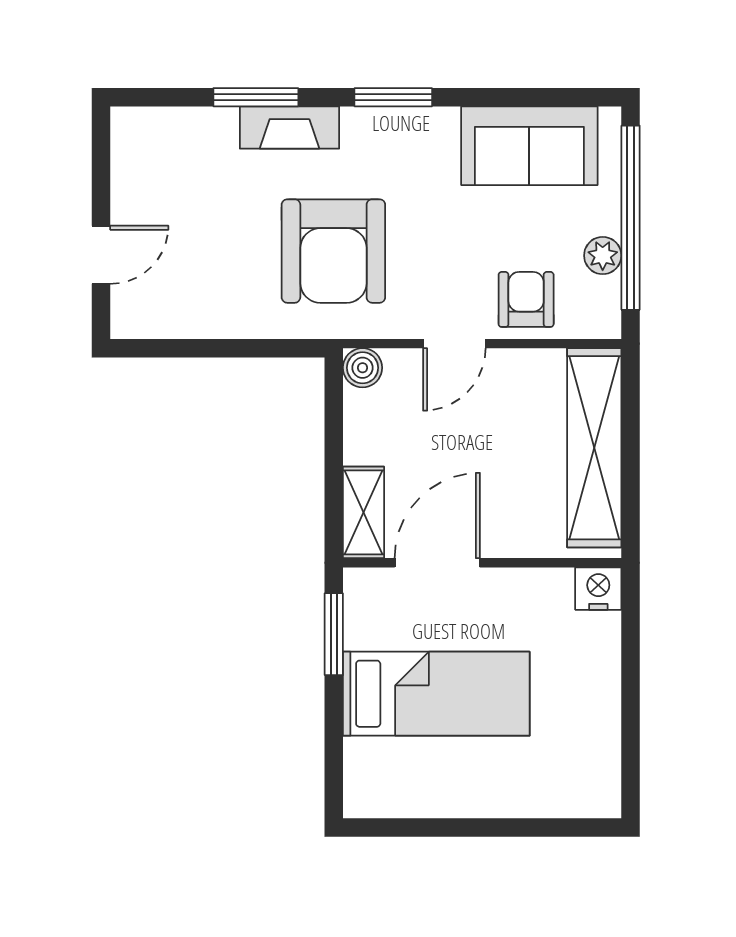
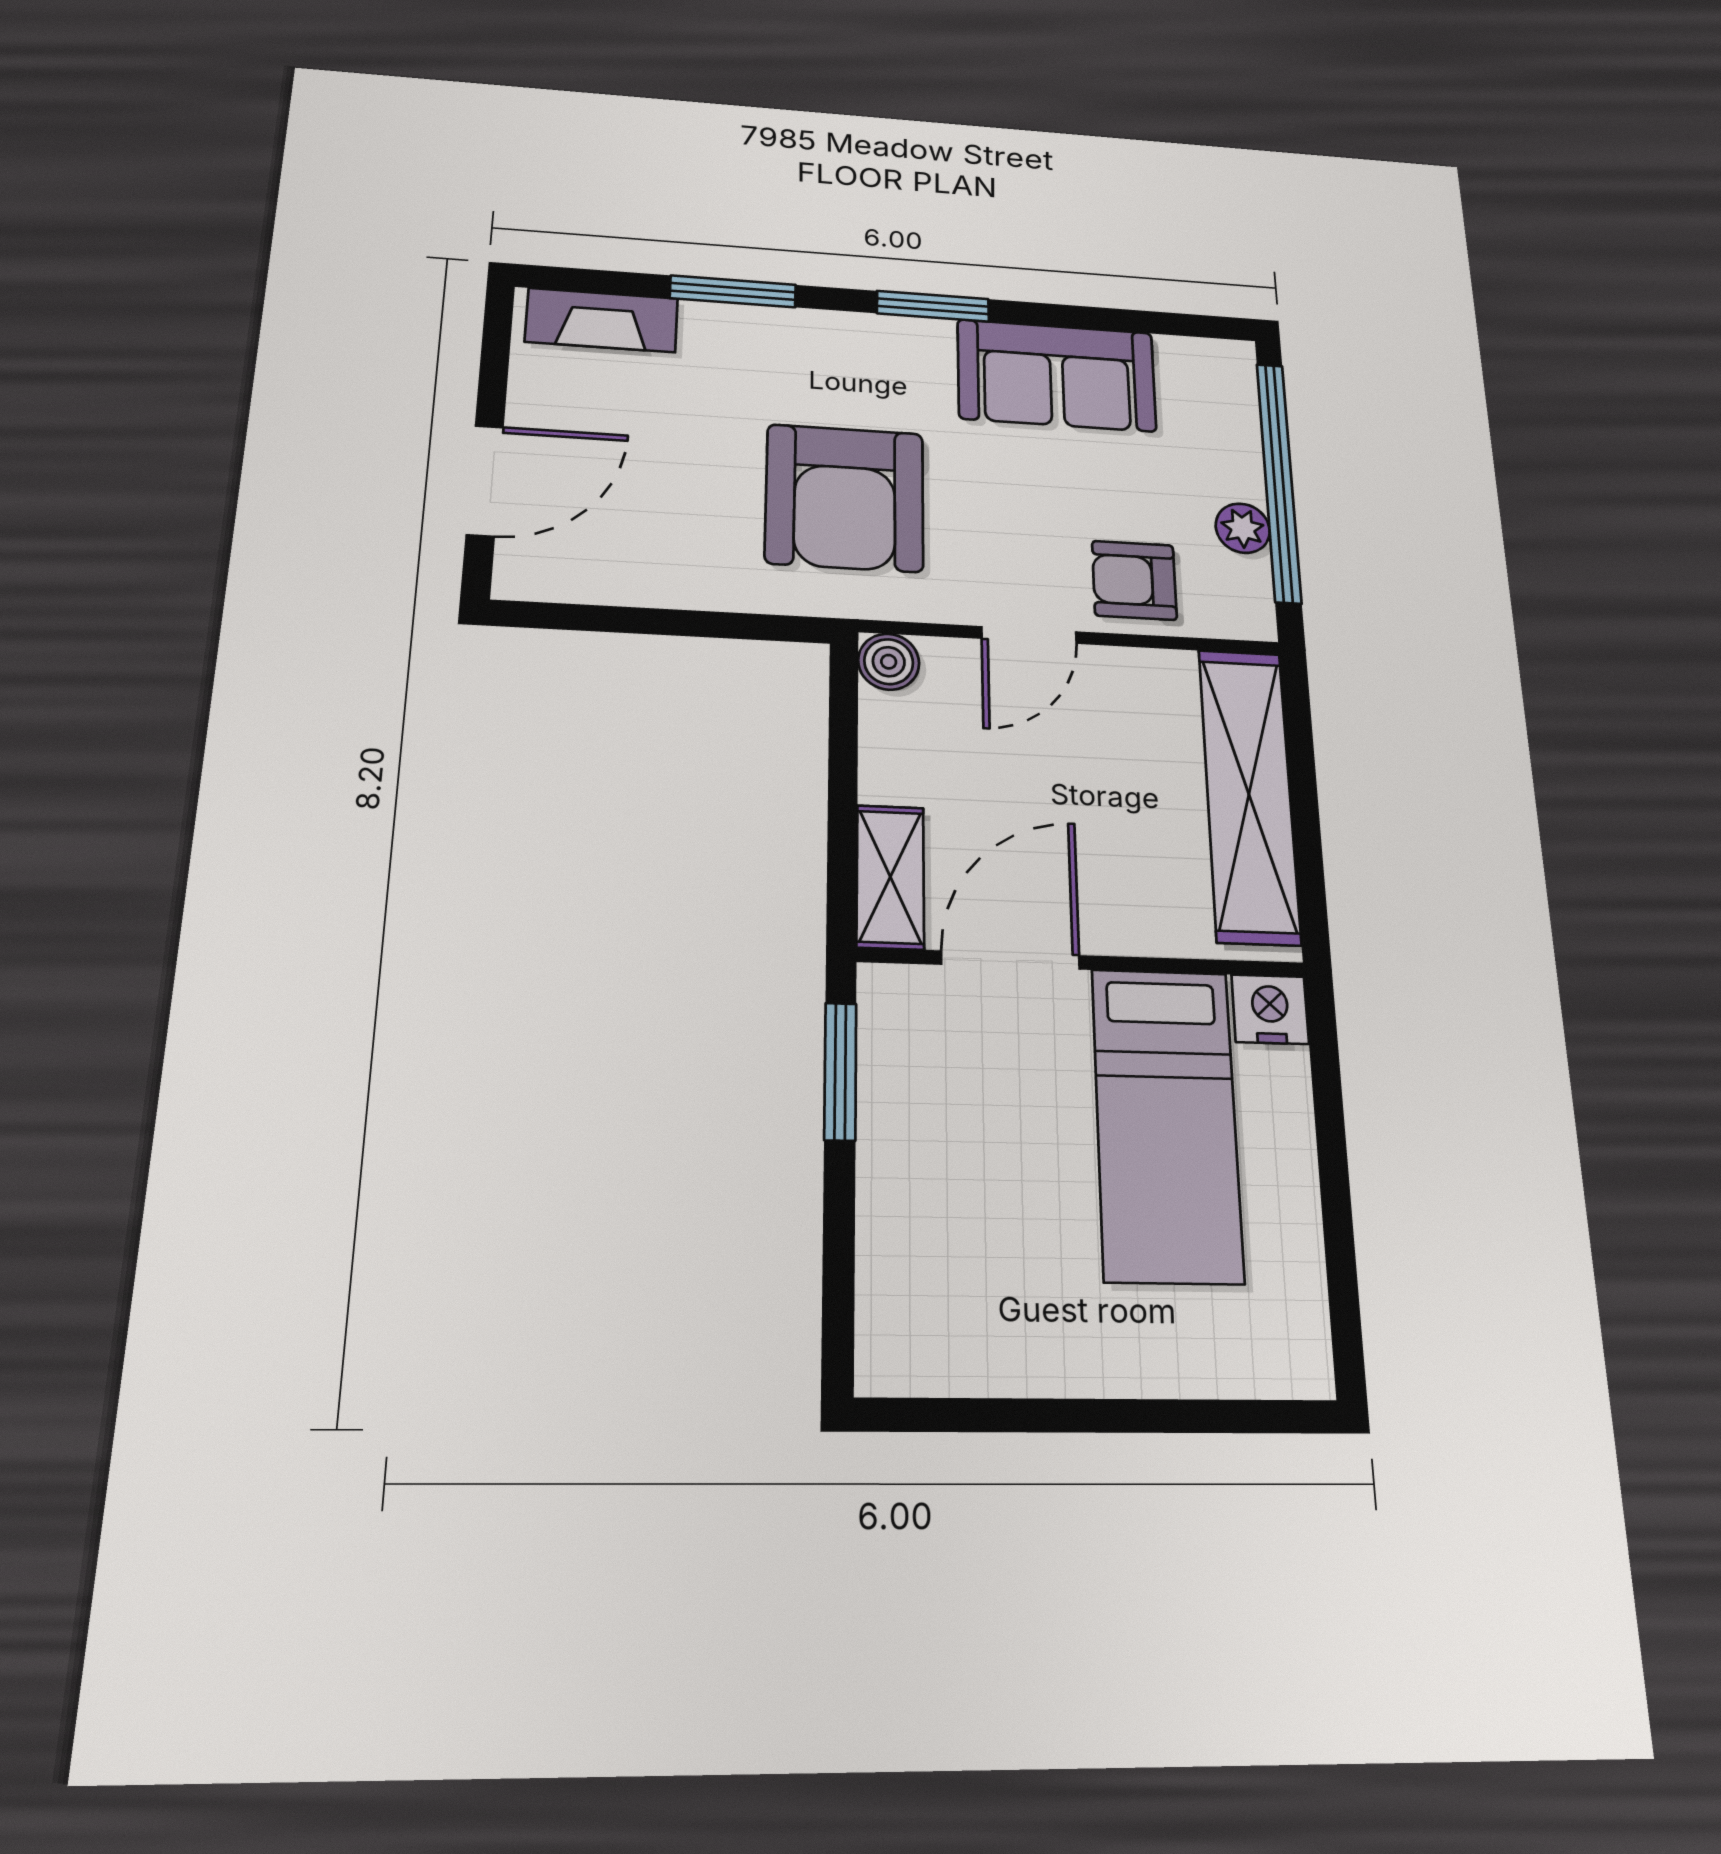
fireplace: (289, 127) -> (602, 320), moved
sofa: (529, 146) -> (1057, 375), moved
door: (101, 255) -> (485, 481), width x1.38
armchair: (526, 299) -> (1134, 580), turned -90
bed: (436, 694) -> (1167, 1123), moved, turned 90

